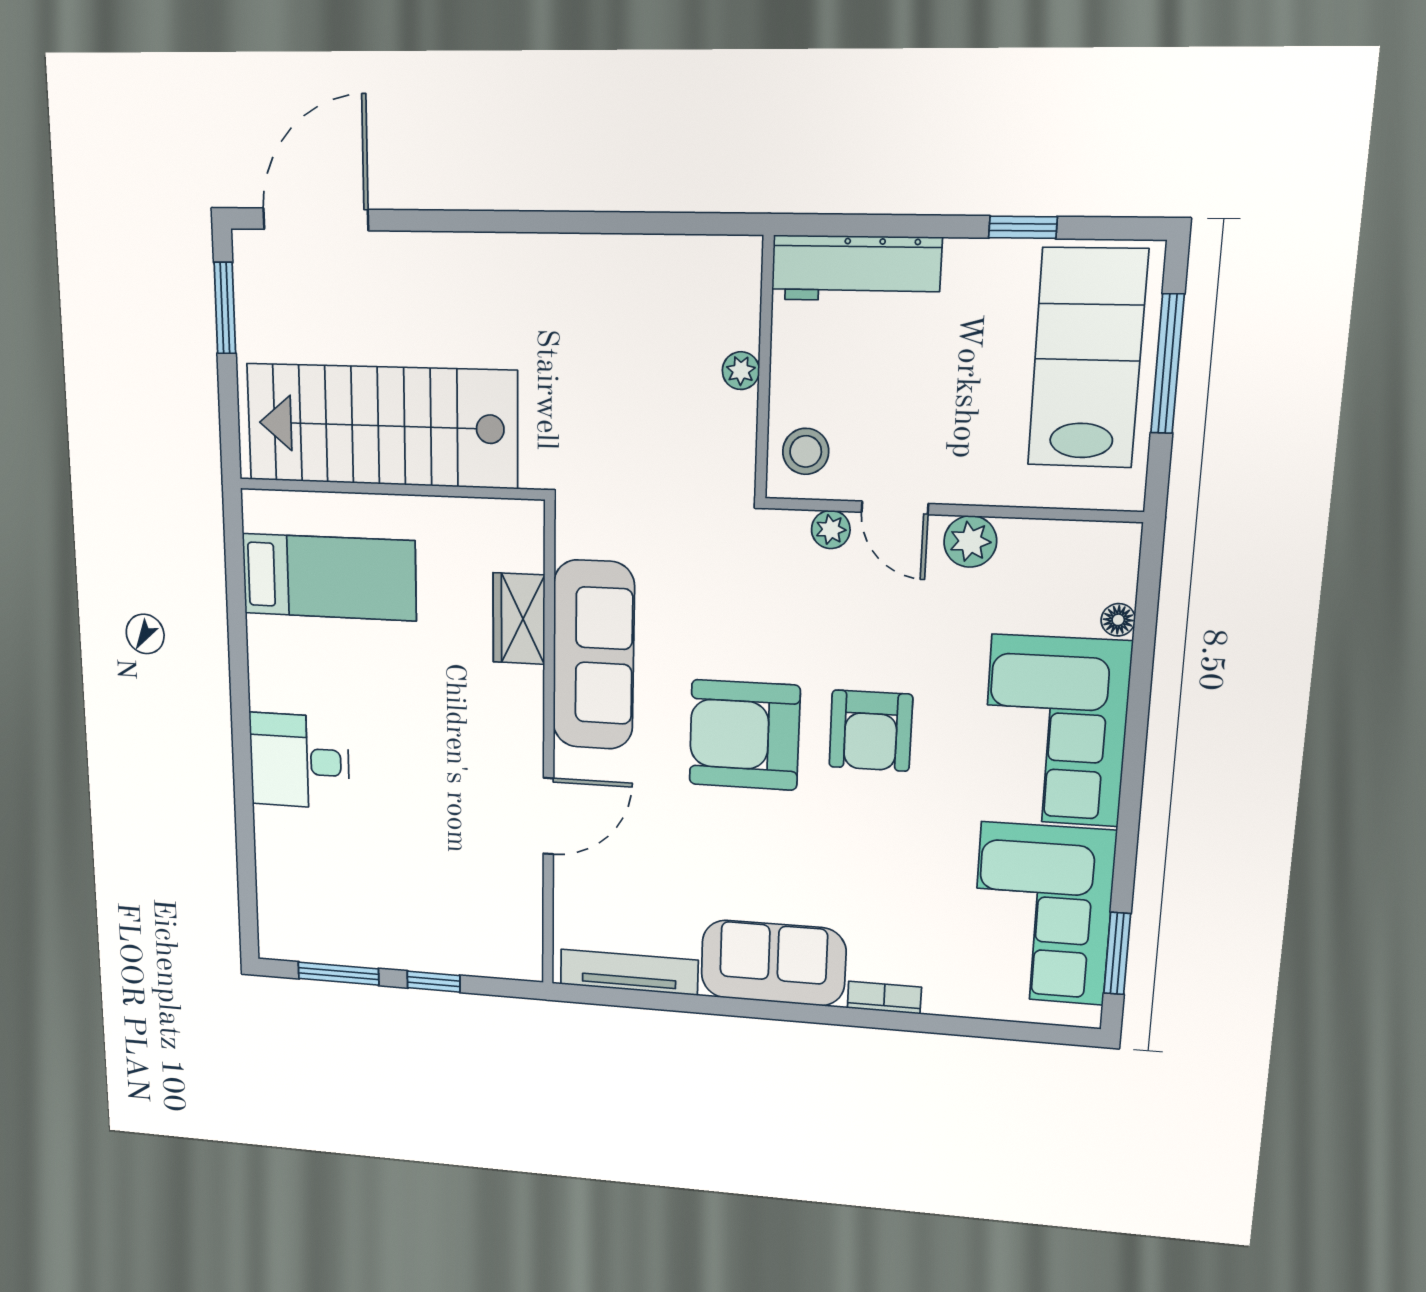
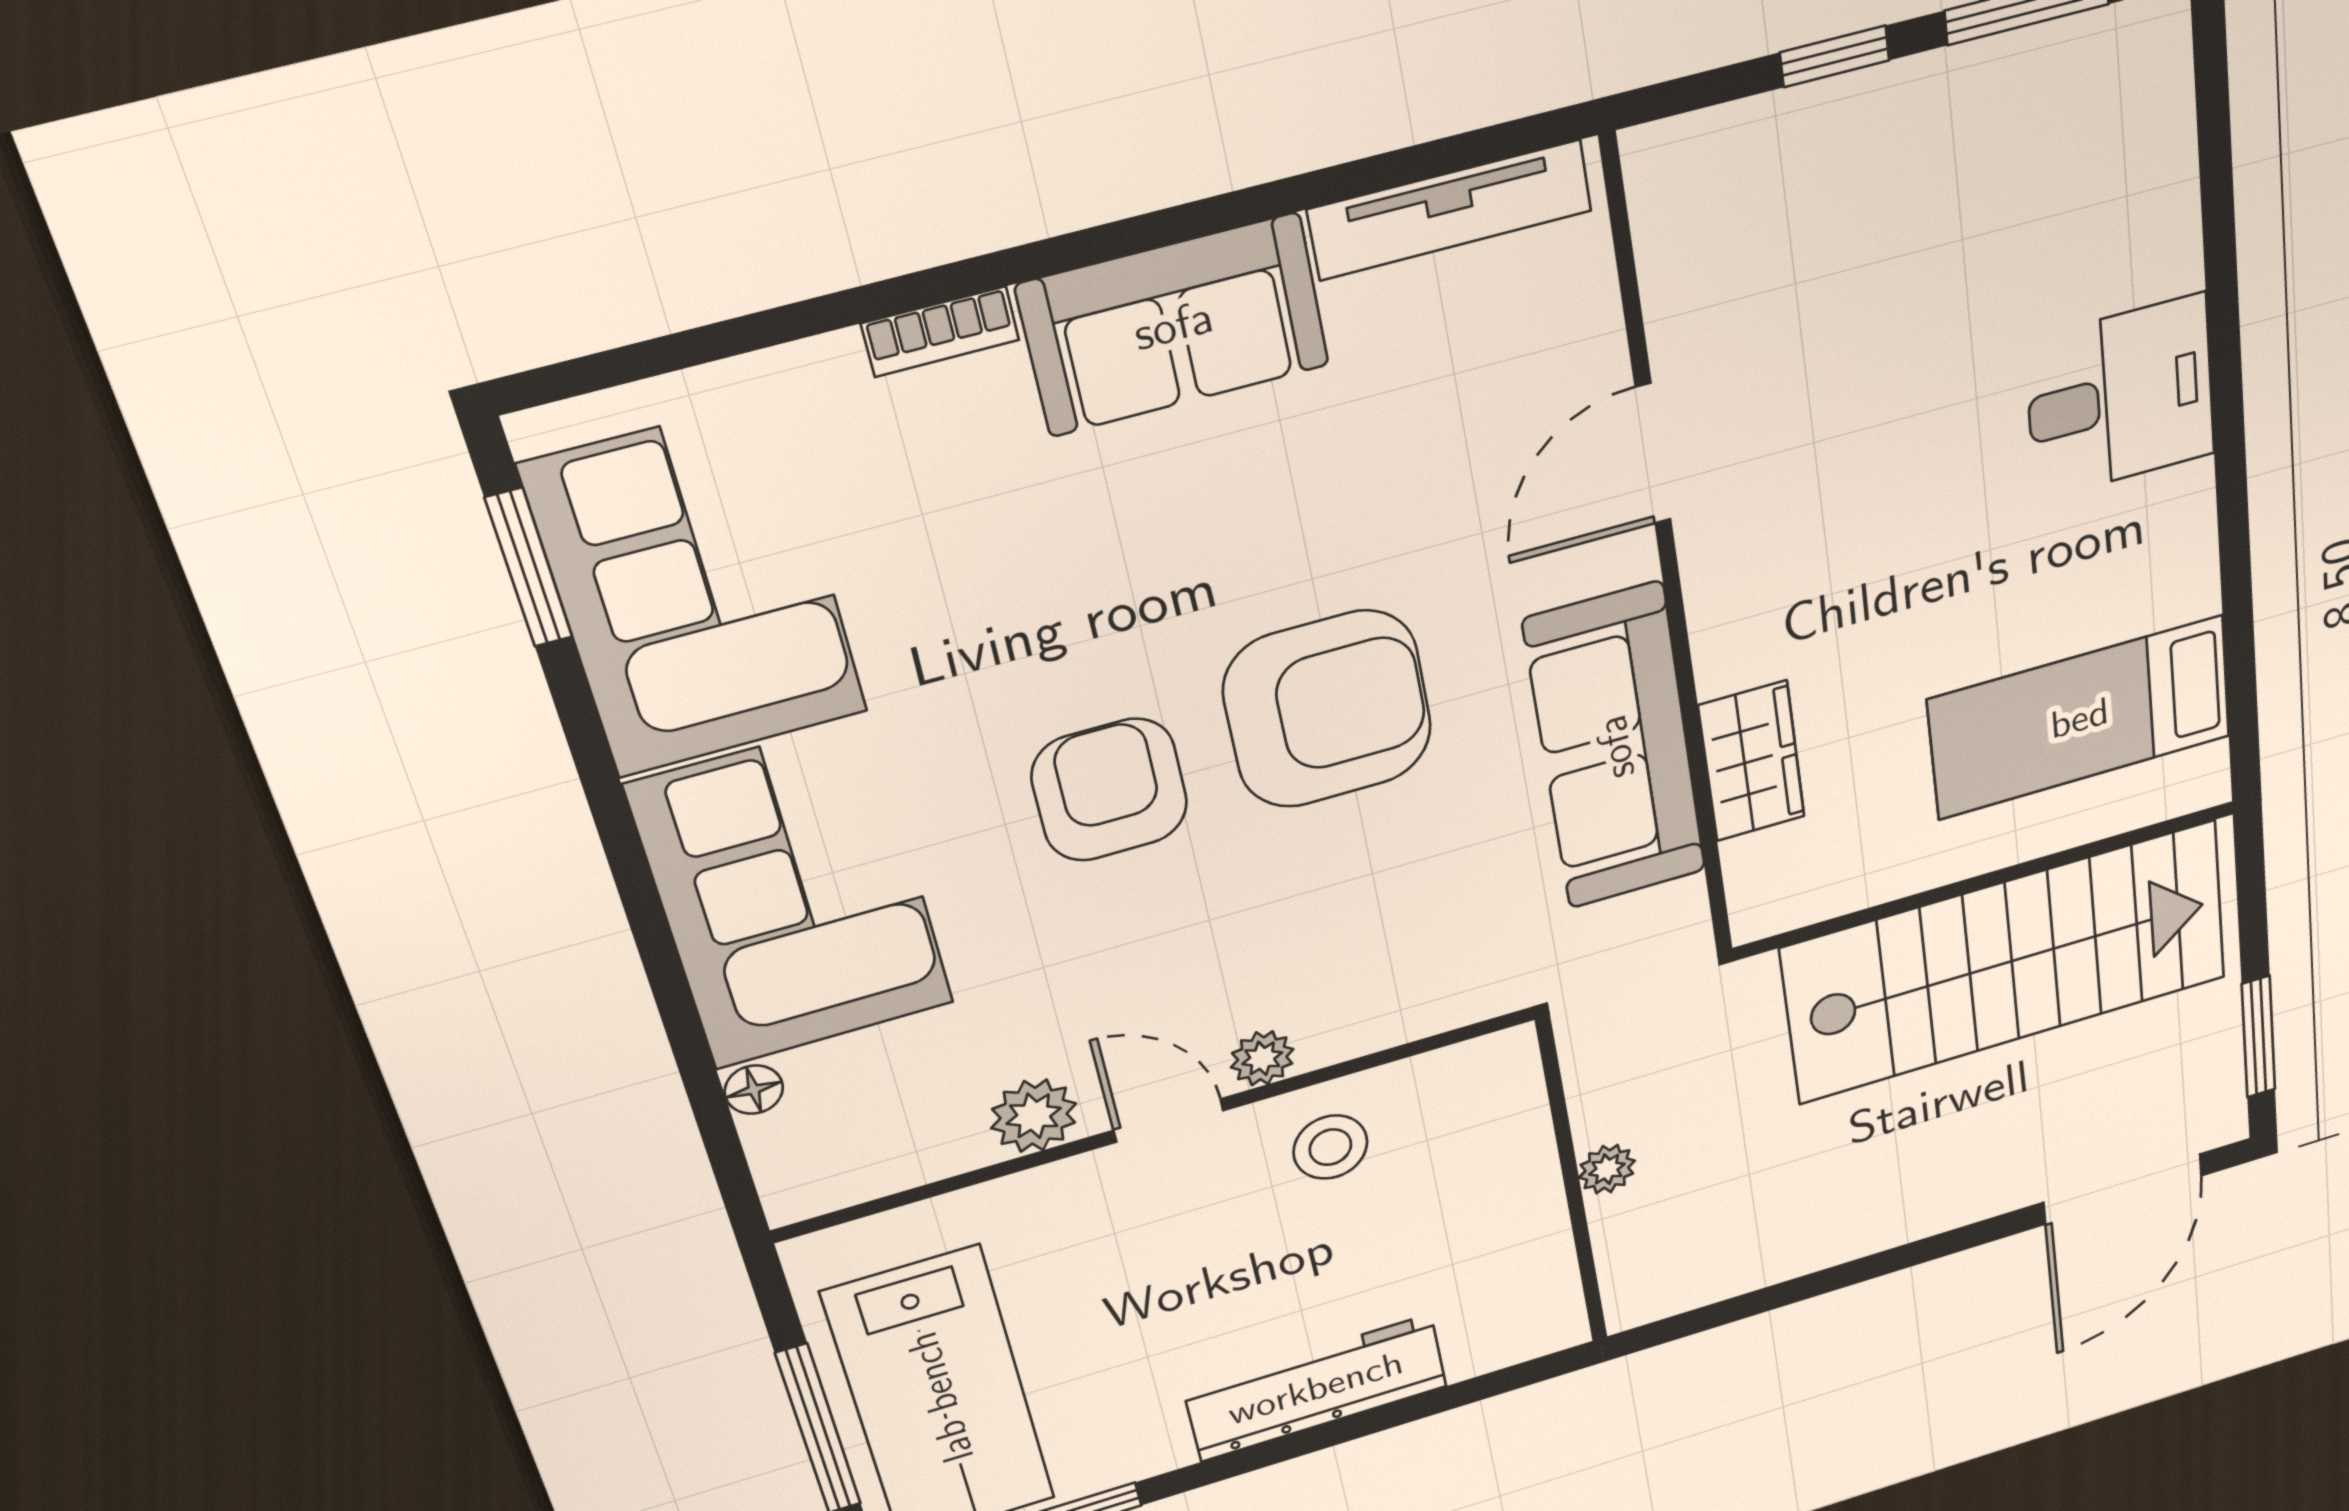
wall: (764, 369) -> (1572, 1183), moved
plant: (741, 371) -> (1607, 1169), moved

